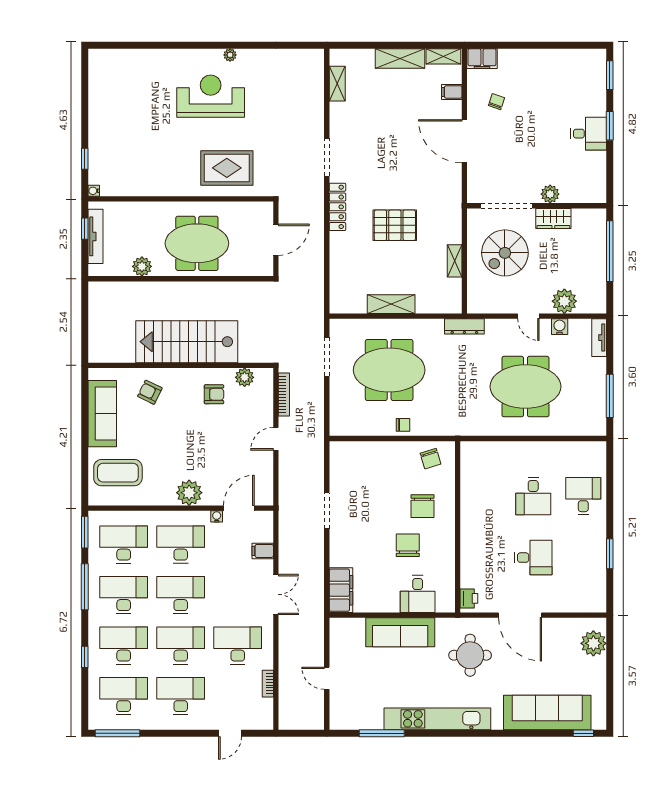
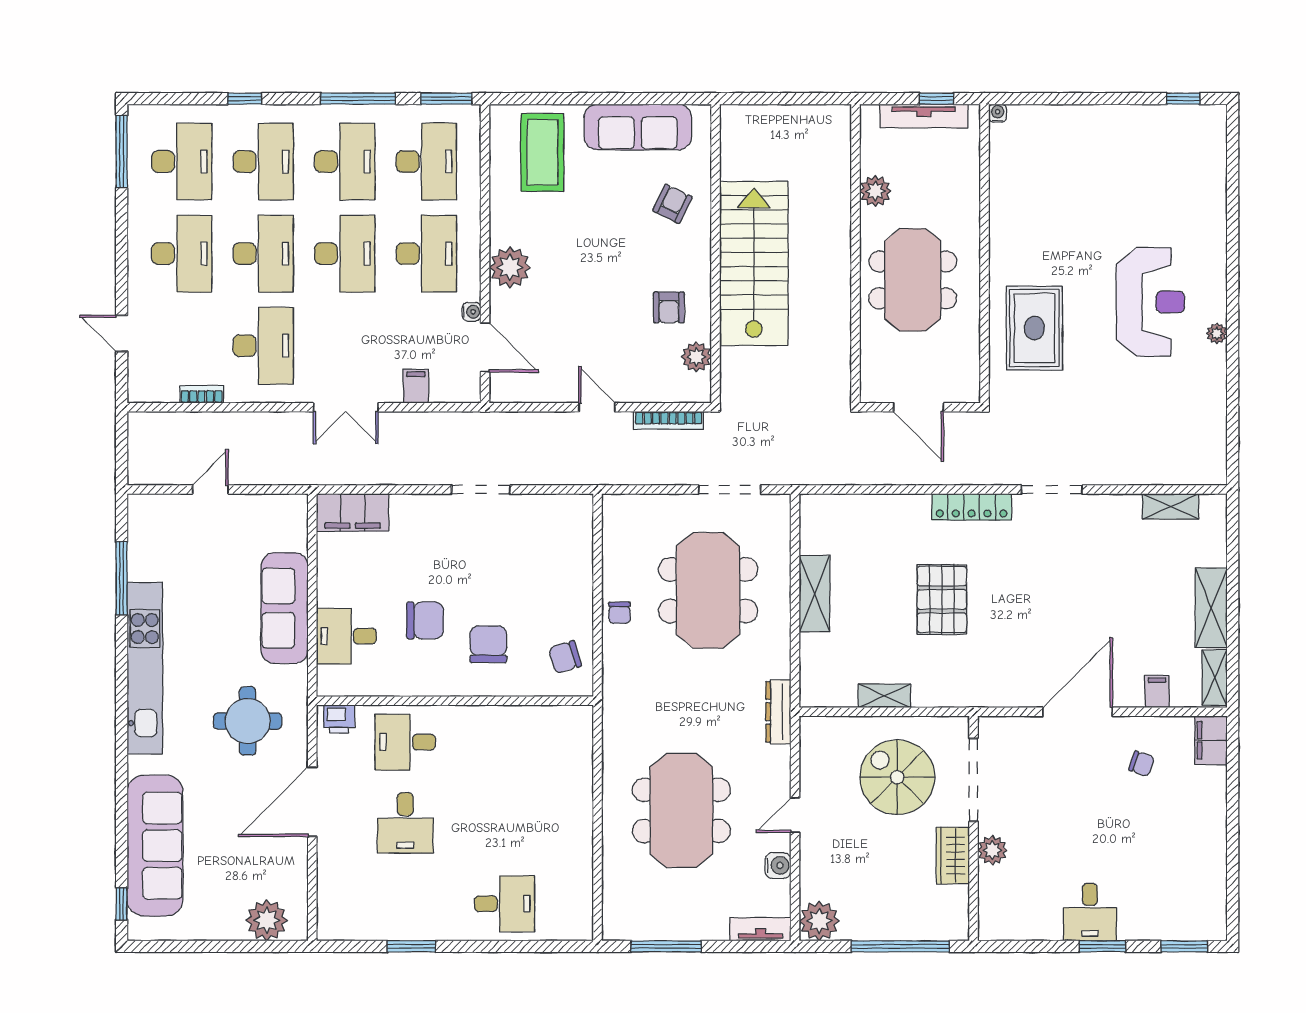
window: (85, 159) -> (1183, 99), moved
plant: (564, 301) -> (819, 921), moved
desk: (533, 496) -> (405, 742), moved
chair: (423, 506) -> (488, 644), turned 90

